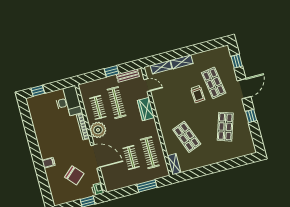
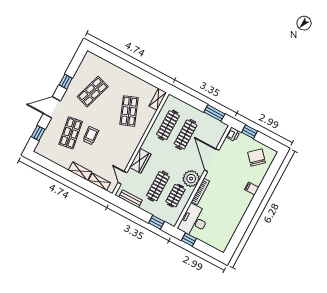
window: (112, 71) -> (156, 222), moved
window: (38, 91) -> (189, 240), moved
clothes rail: (131, 158) -> (186, 134), width x1.36
chair: (74, 175) -> (257, 158), moved
window: (147, 186) -> (214, 113), moved

